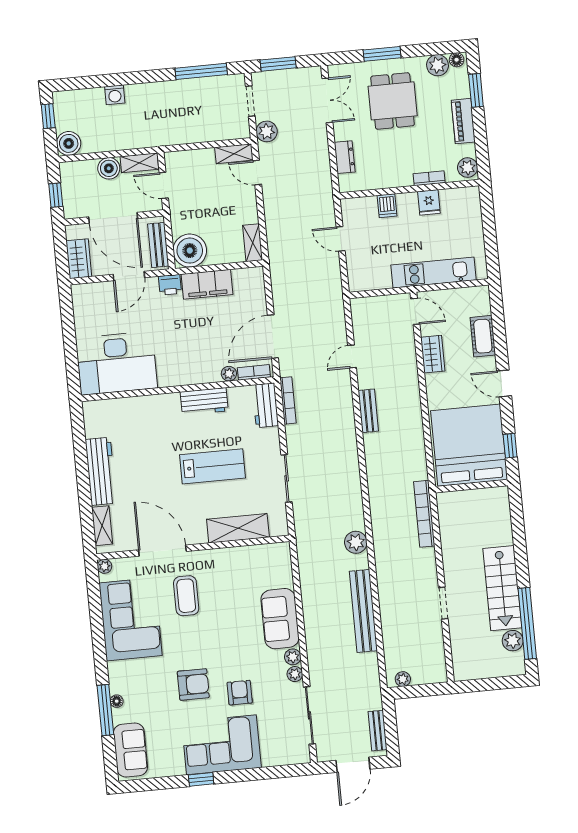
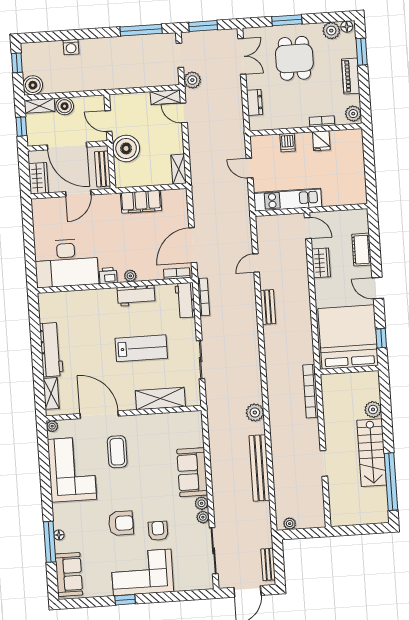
shelving: (139, 163) -> (40, 106), moved
boiler: (190, 251) -> (126, 148), moved
kitchen unit: (433, 273) -> (288, 200), moved
printer: (170, 285) -> (108, 276), moved, turned 180
plant: (229, 374) -> (130, 276), moved
plant: (513, 641) -> (373, 409), moved

